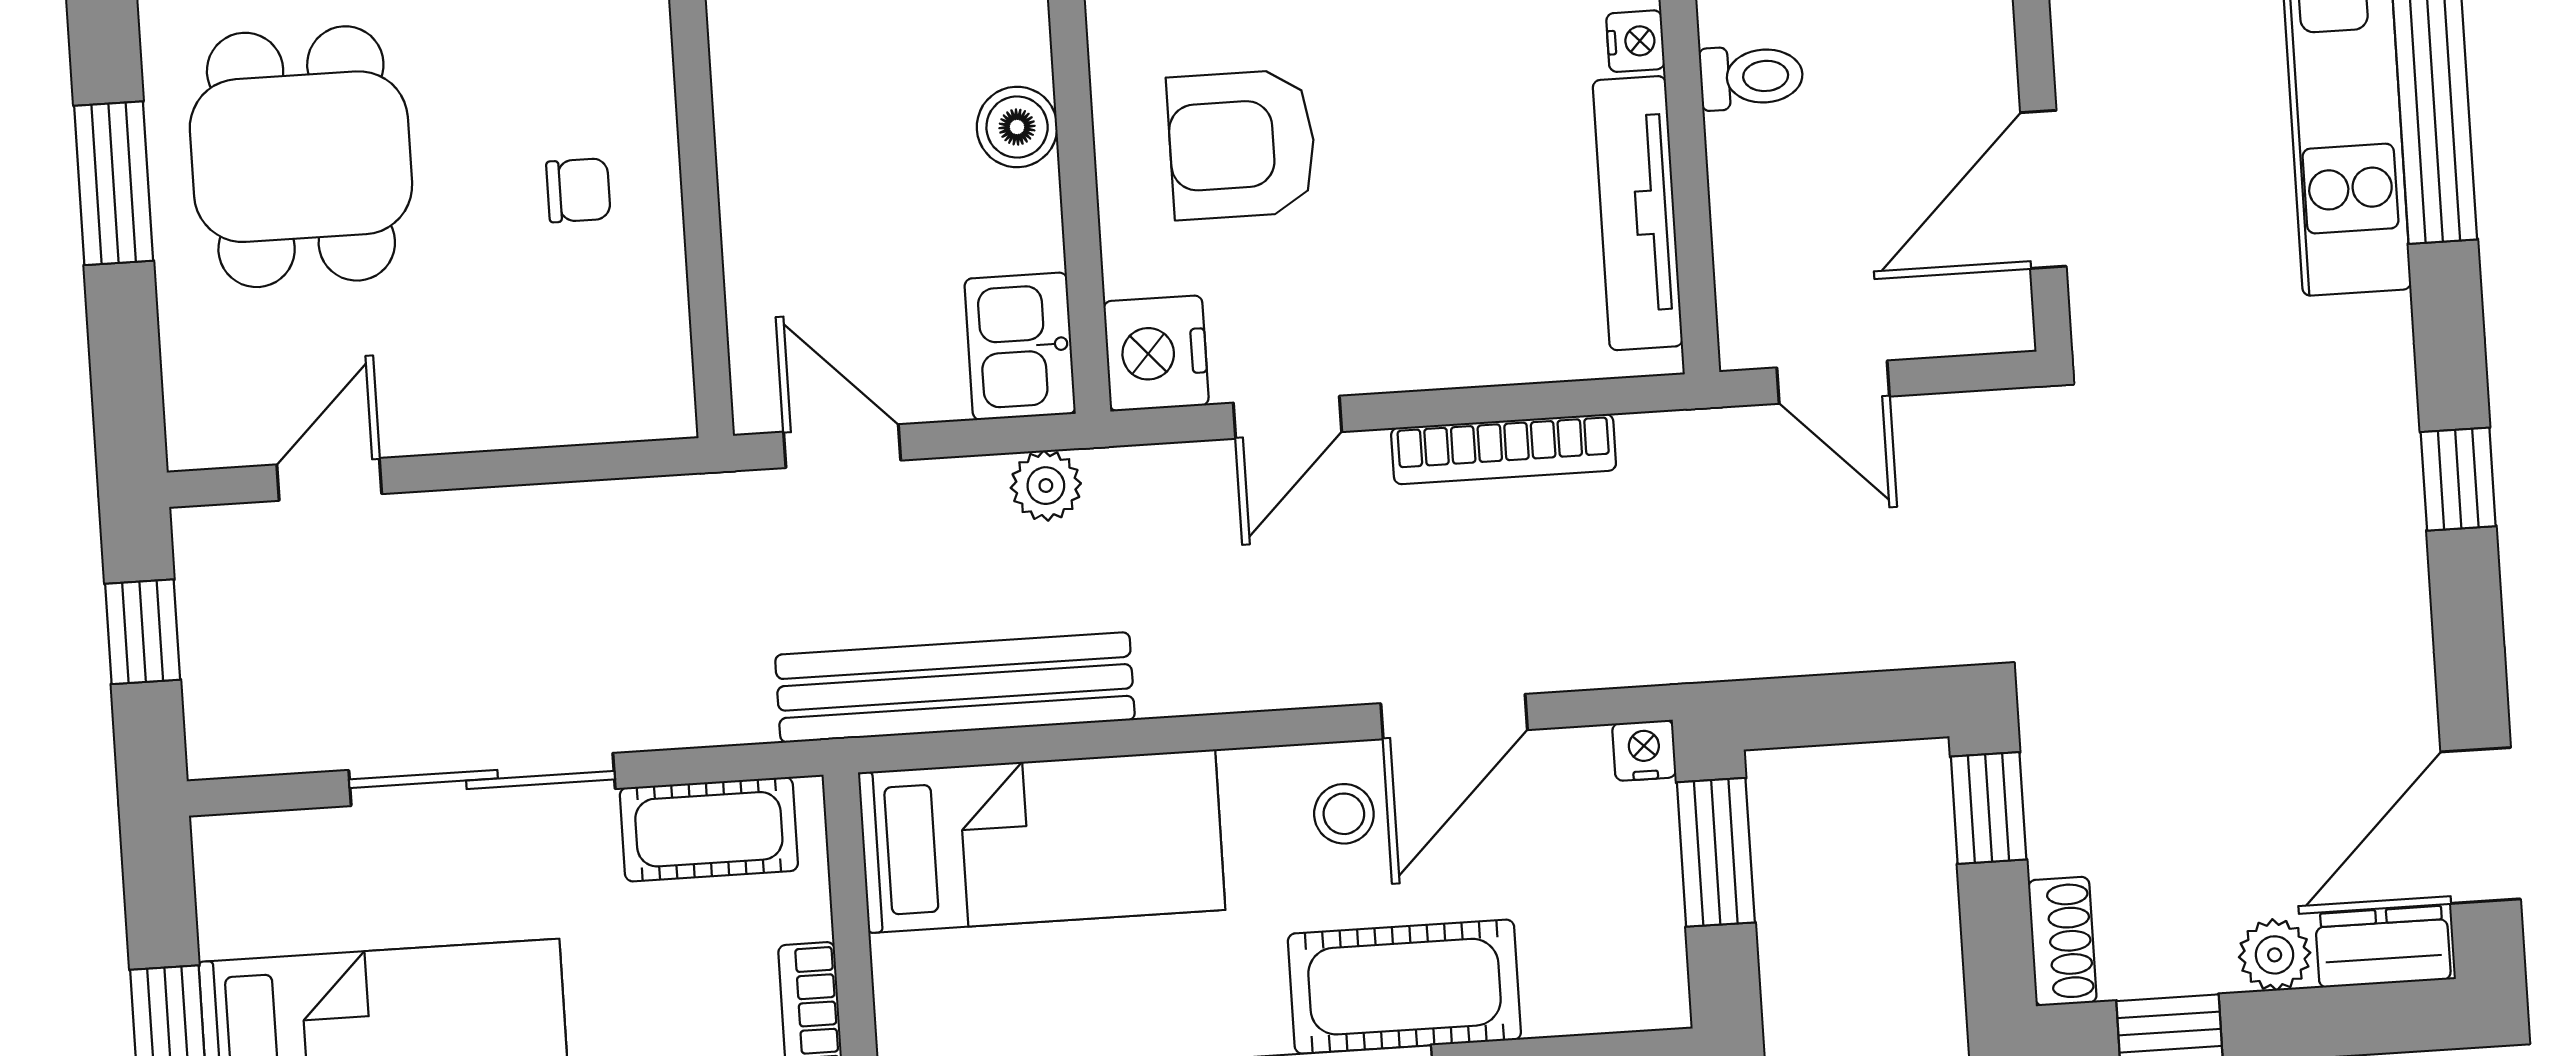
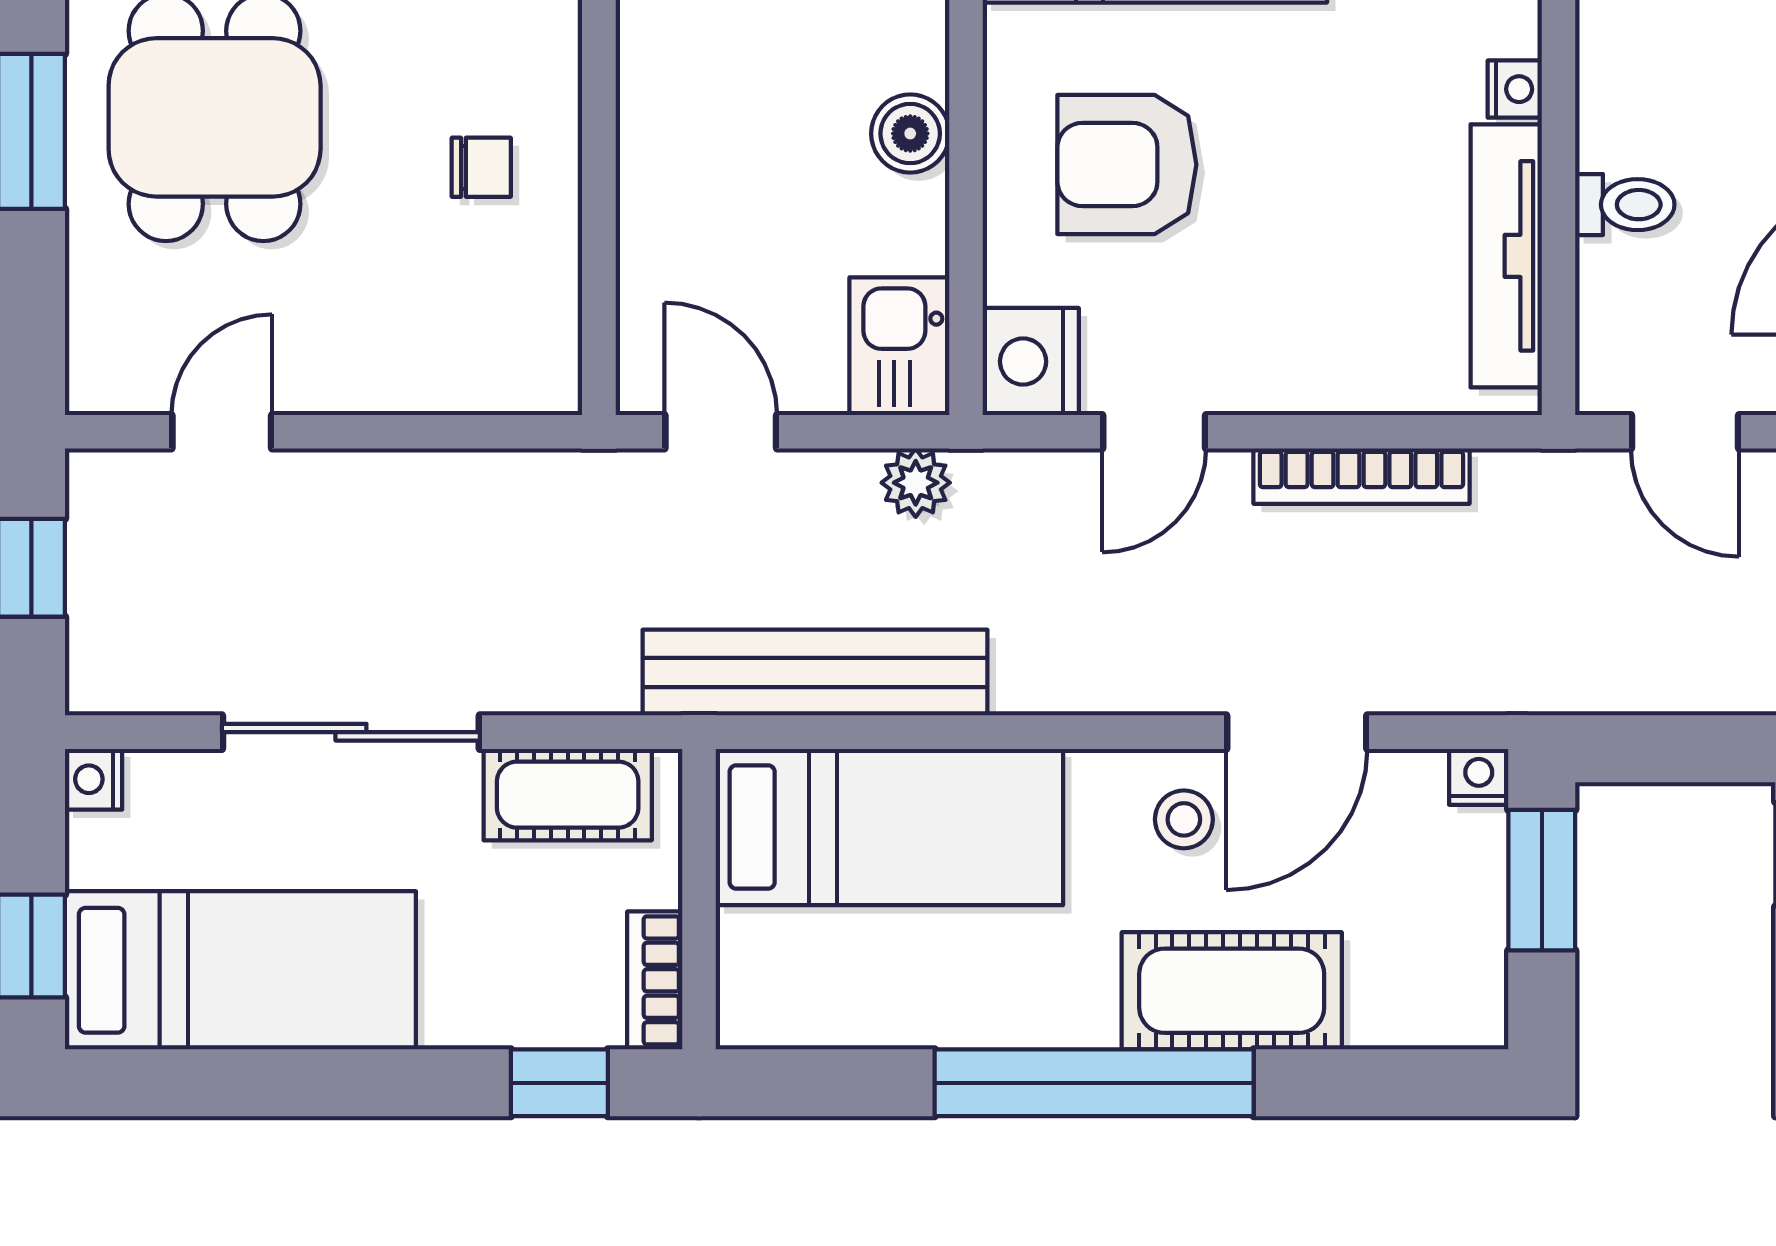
toilet: (1751, 77) -> (1625, 205), moved
nightstand: (220, 845) -> (93, 779), added

